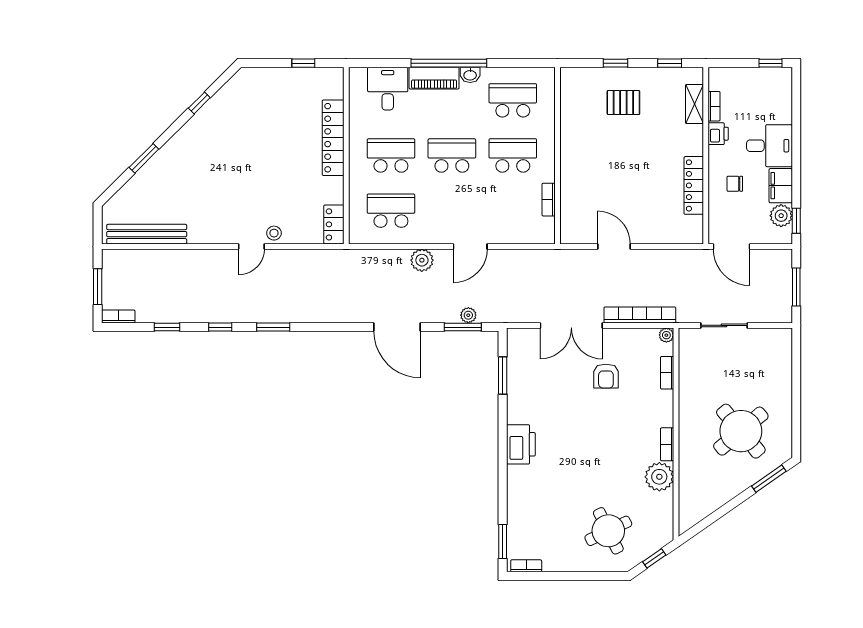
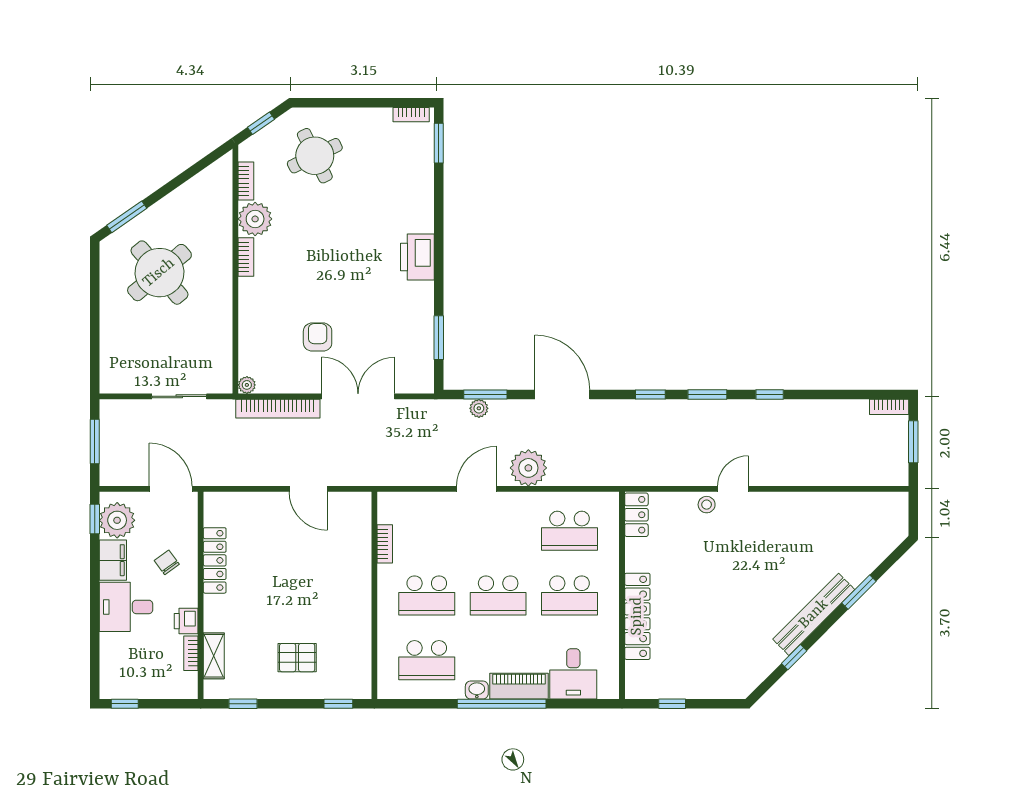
window: (615, 63) -> (338, 704), moved
chair: (735, 184) -> (167, 562), turned -126
plant: (781, 216) -> (117, 520), width x1.36, depth x1.36
bench: (147, 234) -> (814, 614), moved, turned -45
plant: (422, 260) -> (528, 468), width x1.36, depth x1.36
window: (167, 327) -> (650, 395), moved
bookcase: (667, 373) -> (246, 181), moved

